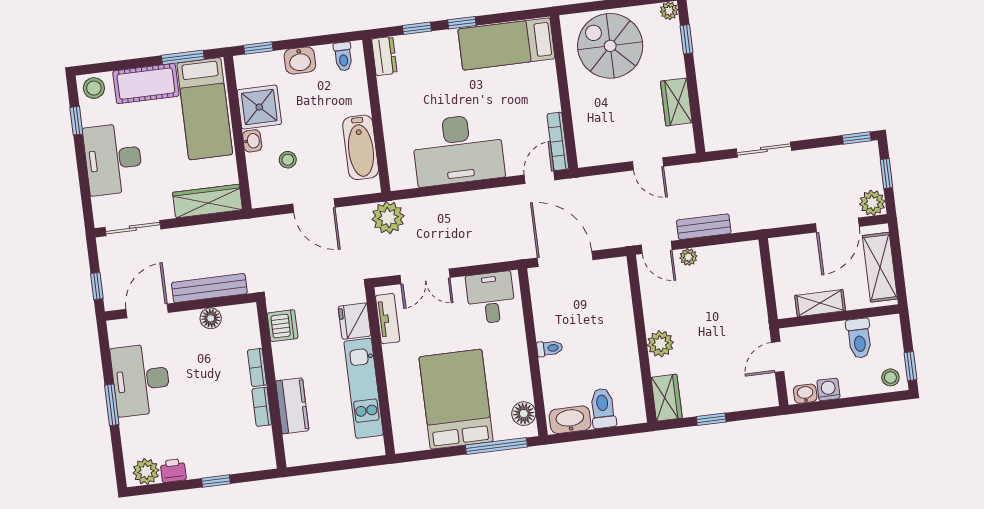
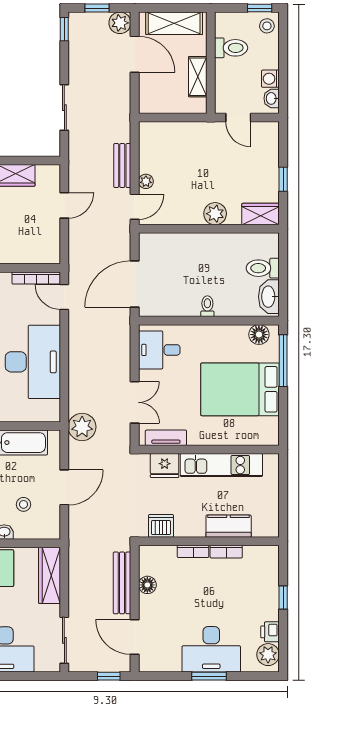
desk: (141, 380) -> (211, 649), moved

